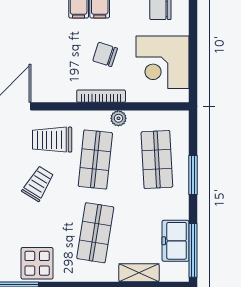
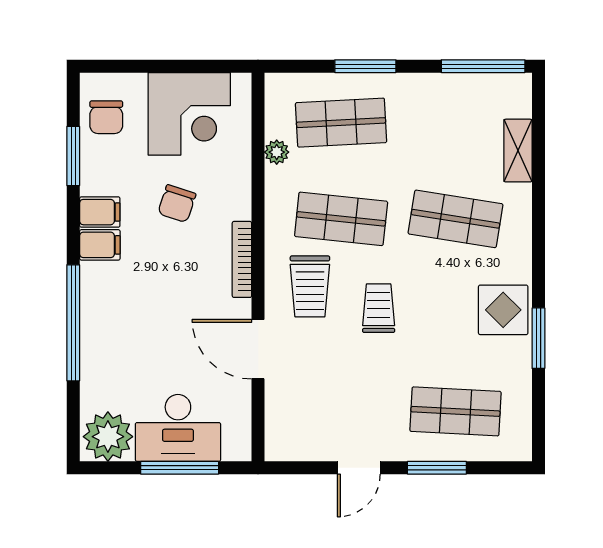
bookcase: (101, 96) -> (242, 259), moved
plant: (118, 118) -> (277, 152), moved
trolley: (38, 184) -> (379, 308), turned 58
freezer: (176, 241) -> (468, 93), removed

